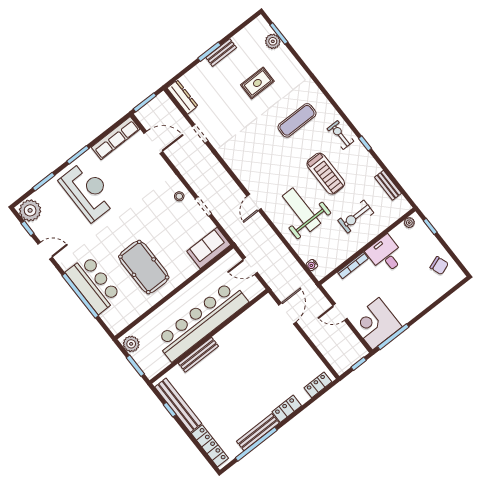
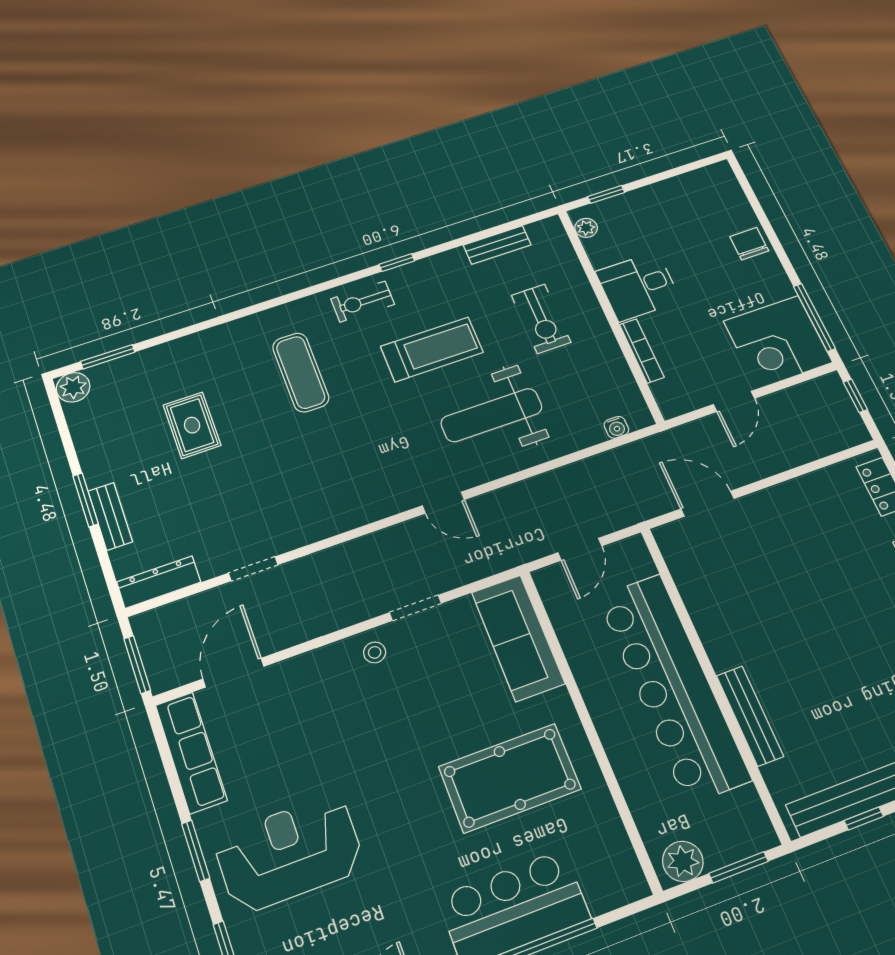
plant: (273, 41) -> (73, 387), moved
bench: (221, 53) -> (110, 516), moved
sofa: (209, 248) -> (518, 638), width x1.36
chair: (439, 266) -> (749, 244), moved, turned -70

